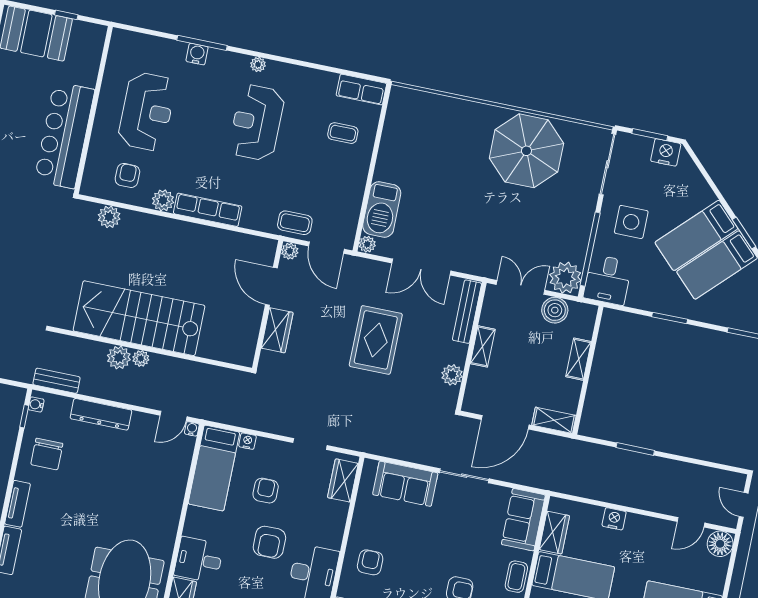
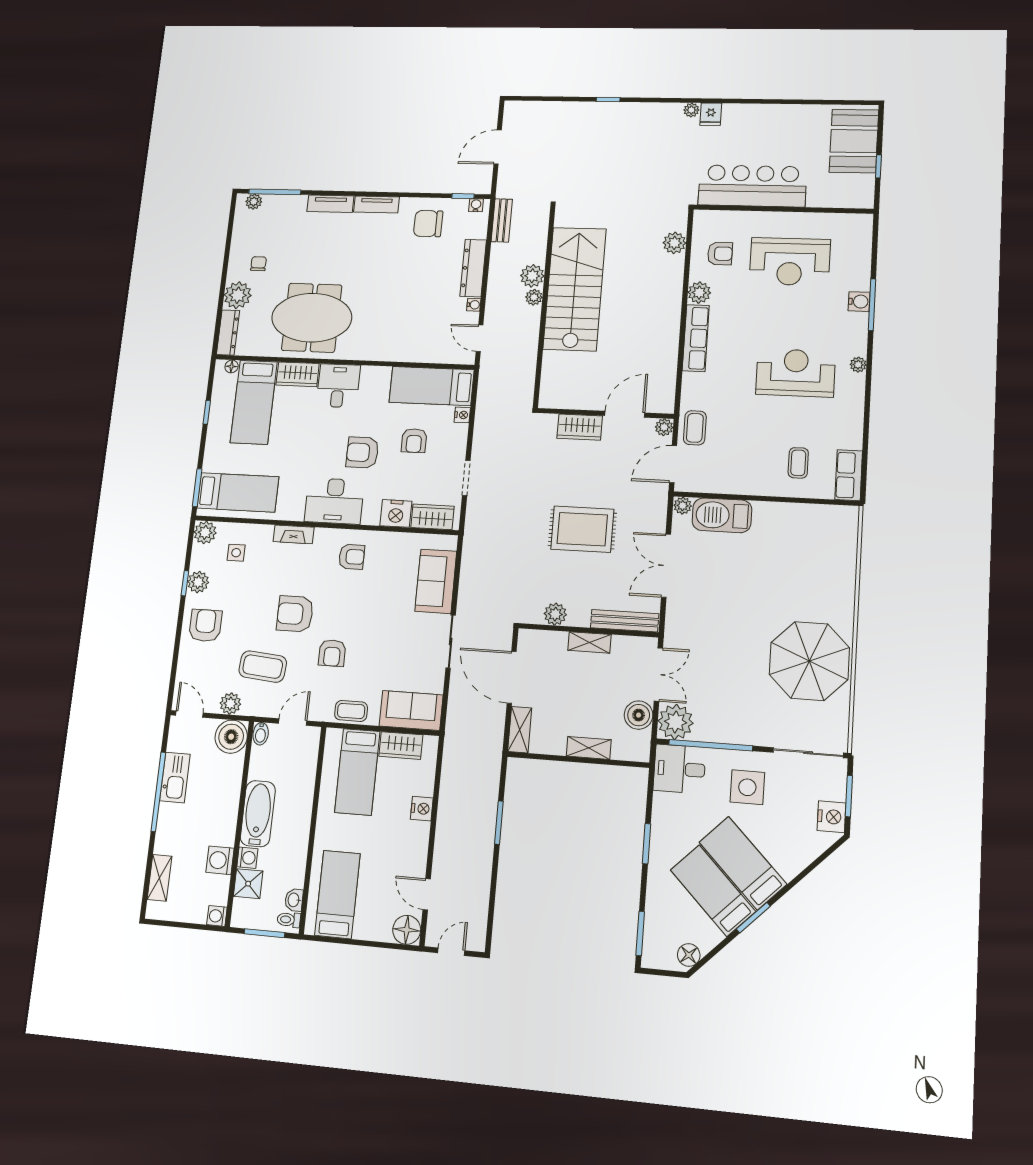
water cooler: (192, 429) -> (474, 305), moved
armchair: (266, 491) -> (414, 441), turned 90
nightstand: (334, 515) -> (396, 513), added

